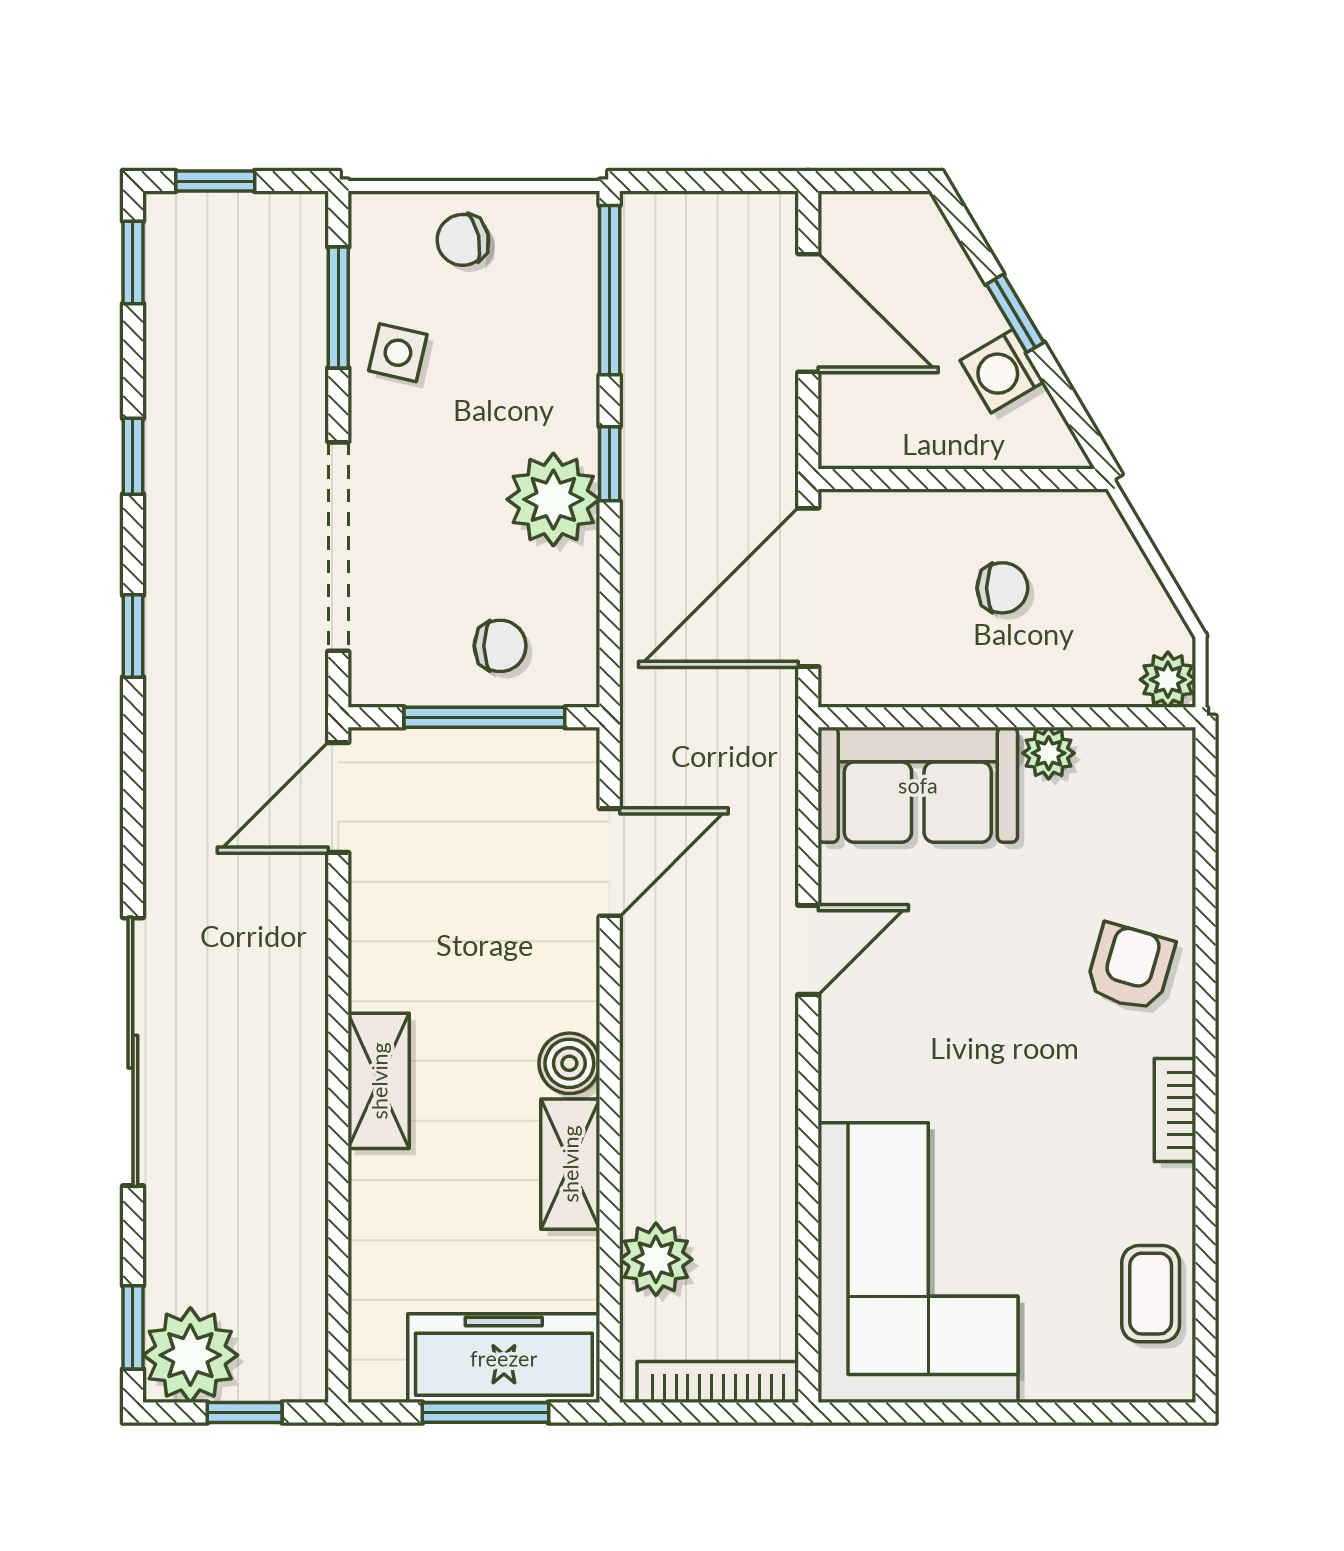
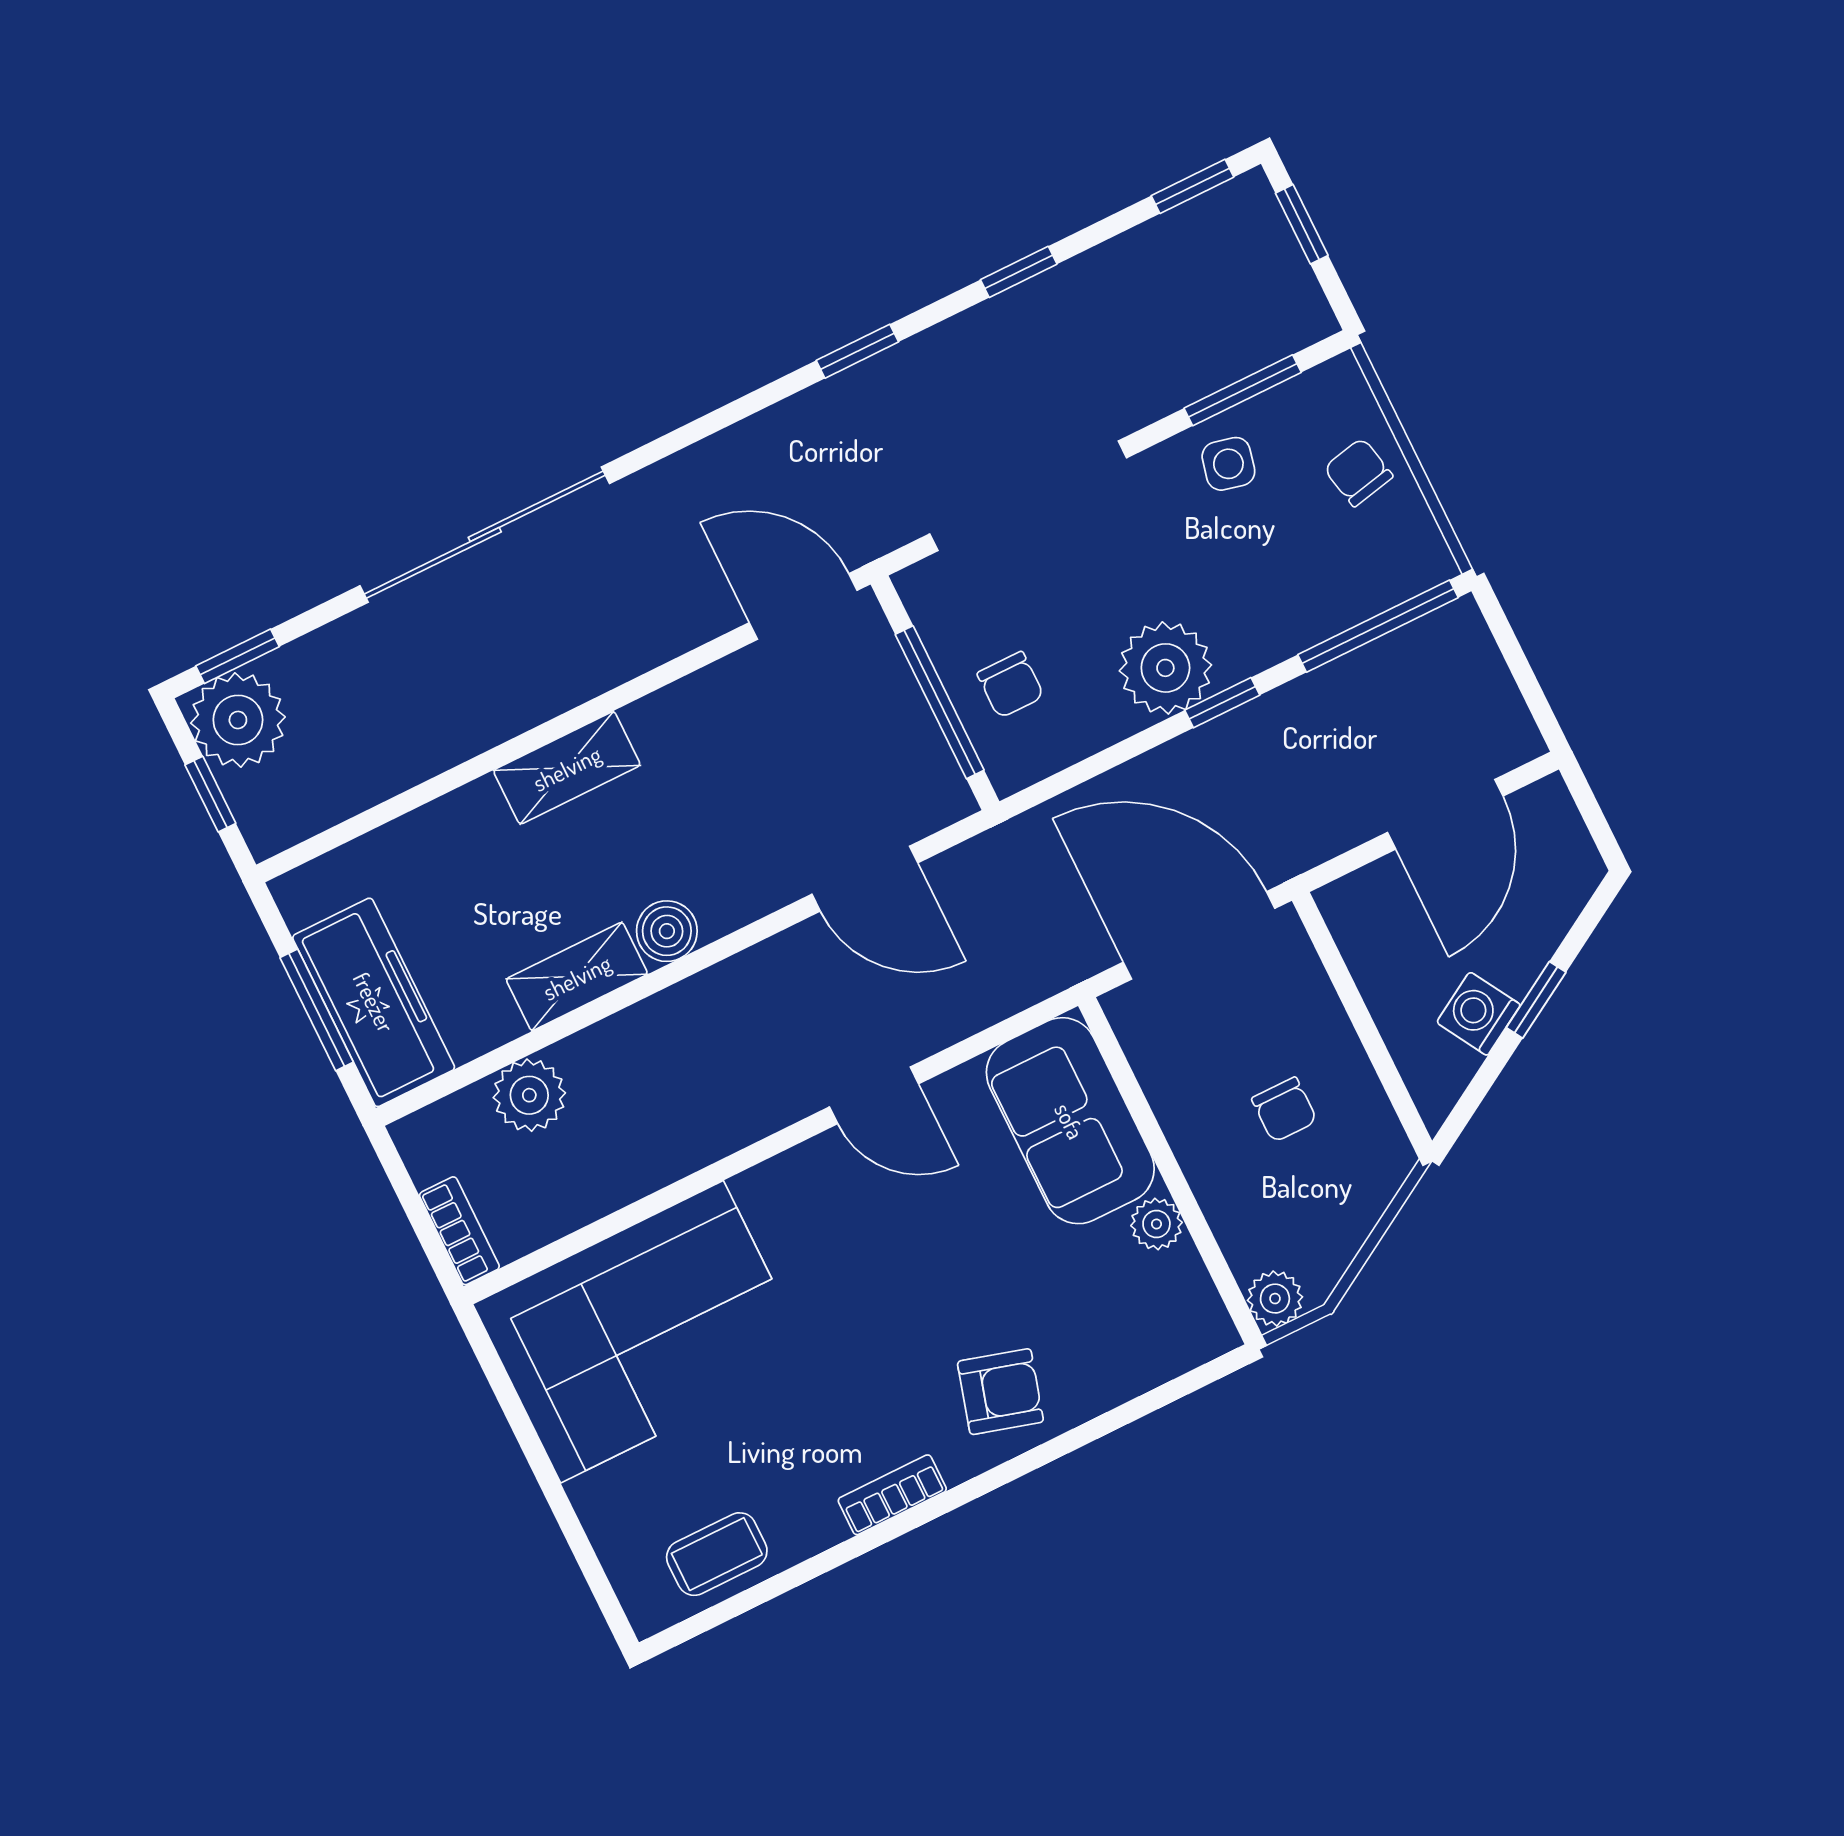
bookcase: (718, 1382) -> (459, 1231), width x0.64

